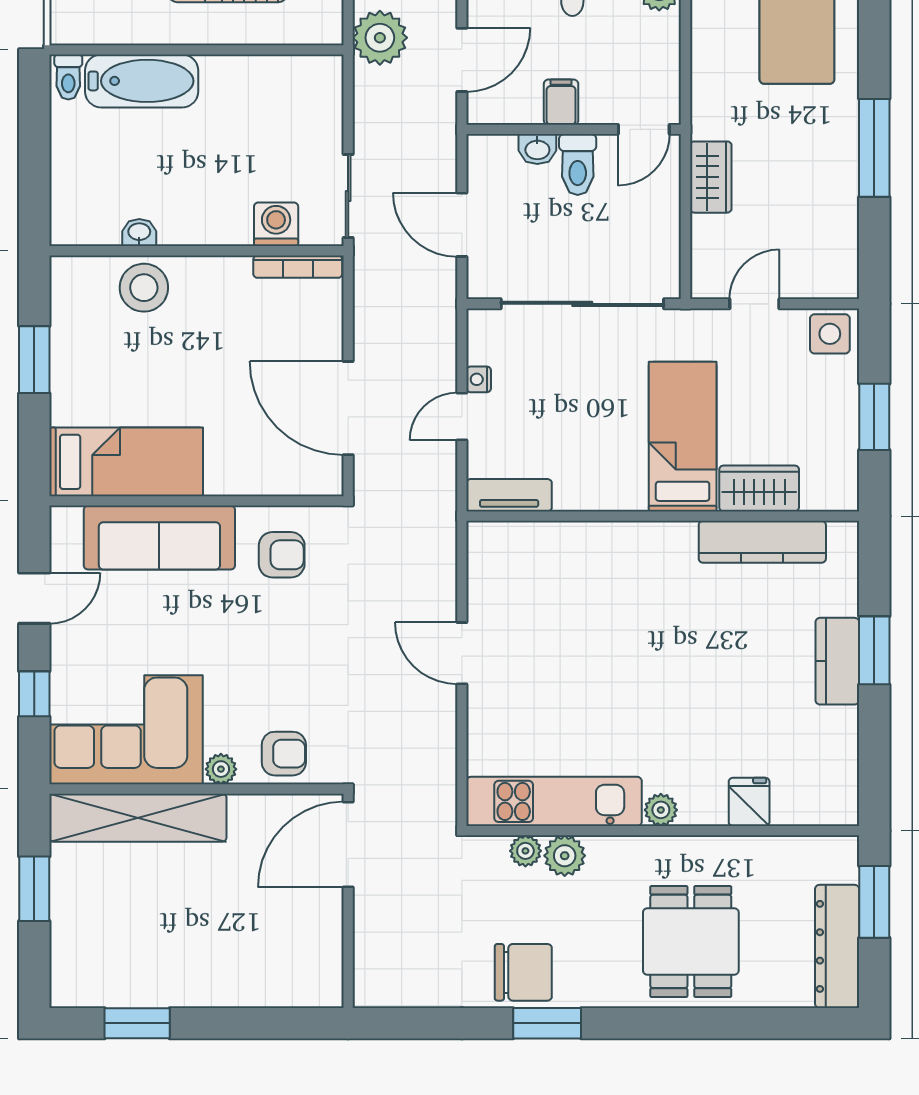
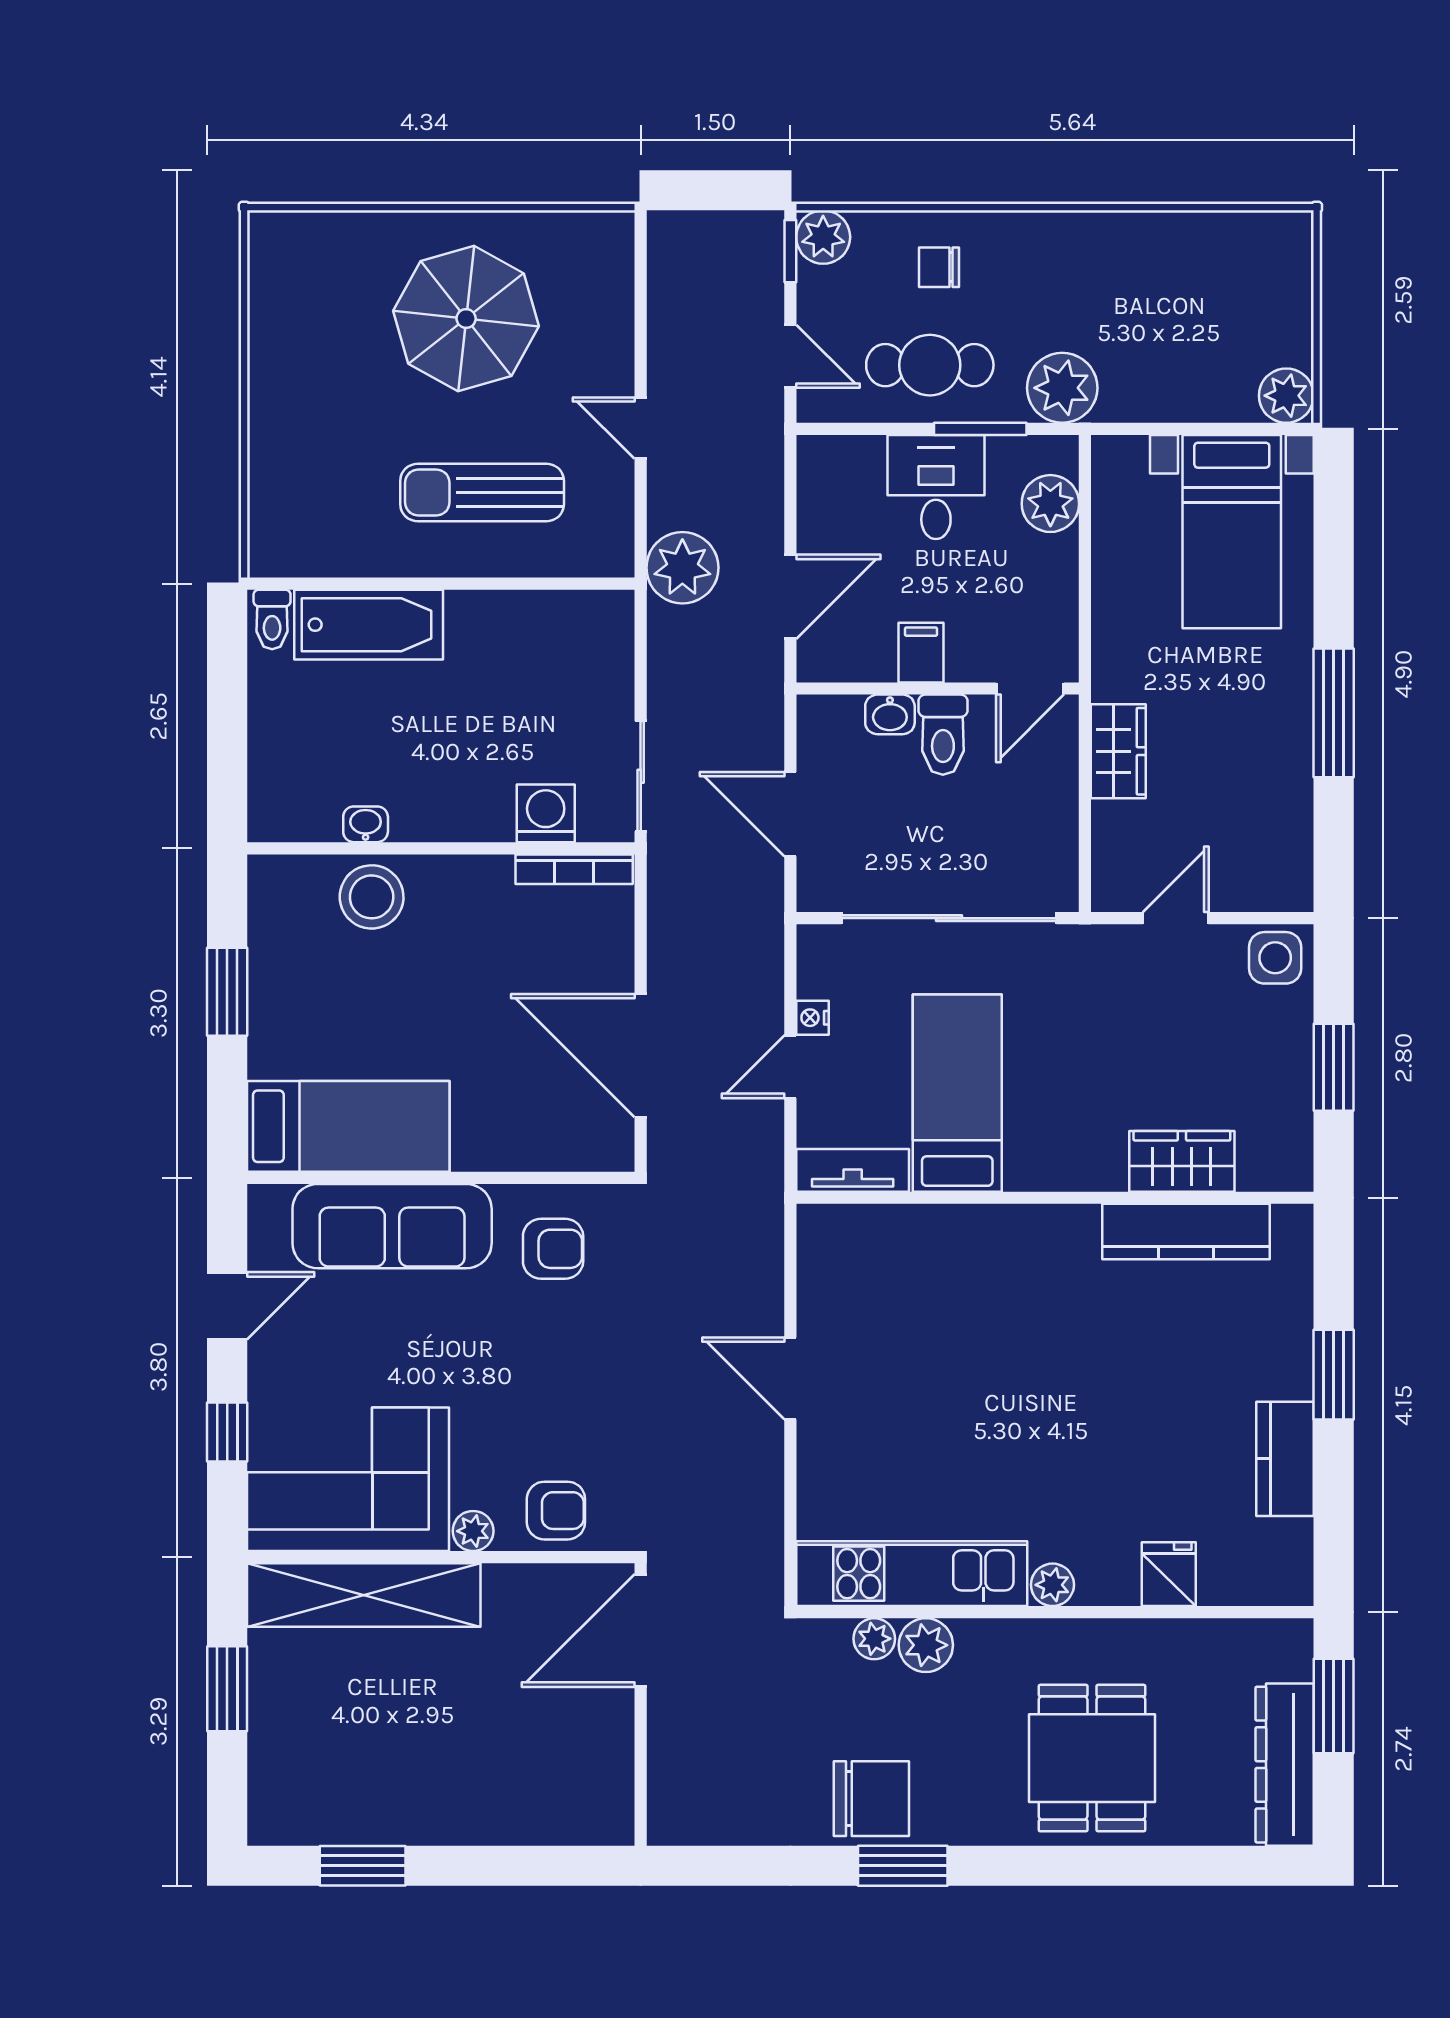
bed: (683, 437) -> (957, 1093), moved
kitchen counter: (837, 661) -> (1285, 1459), moved

